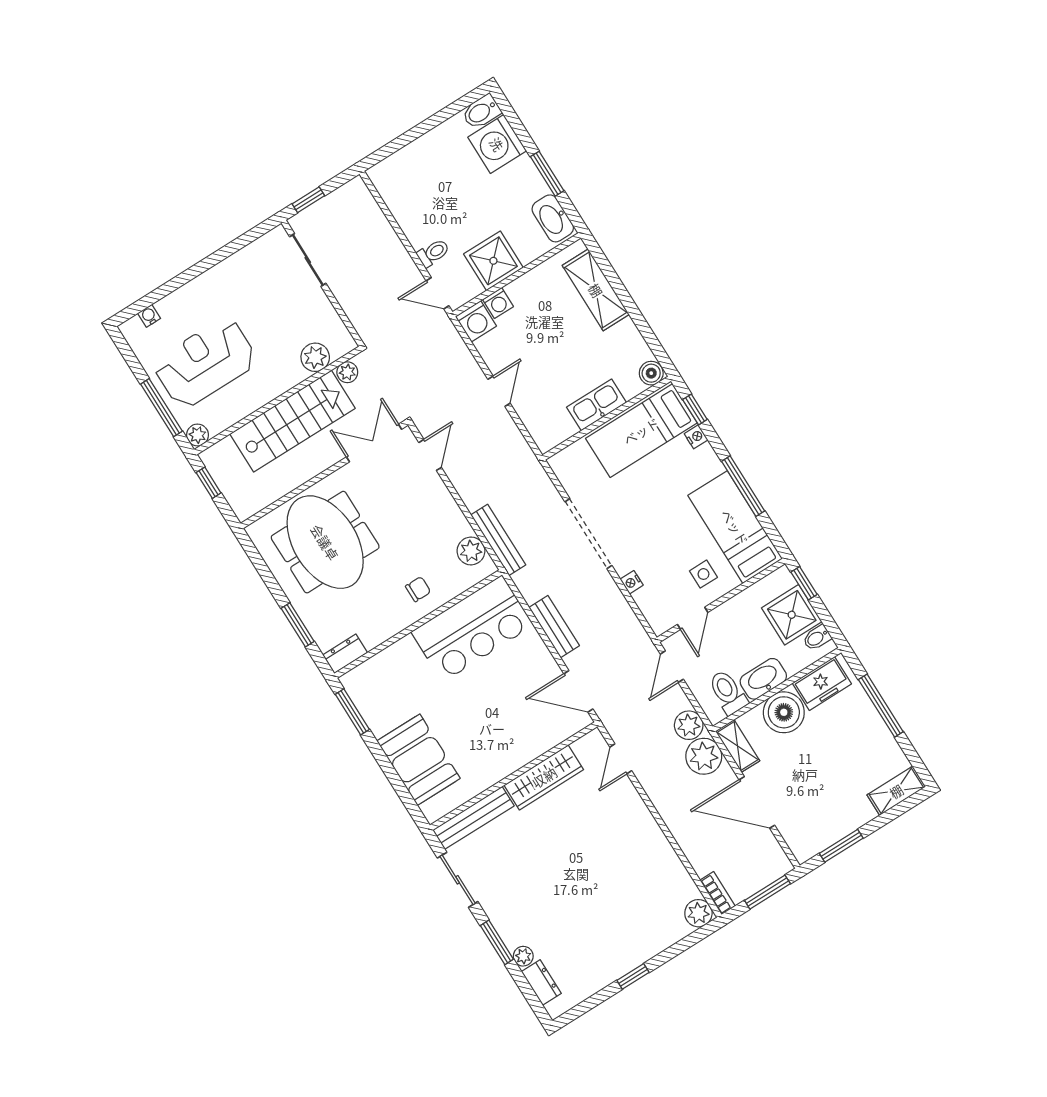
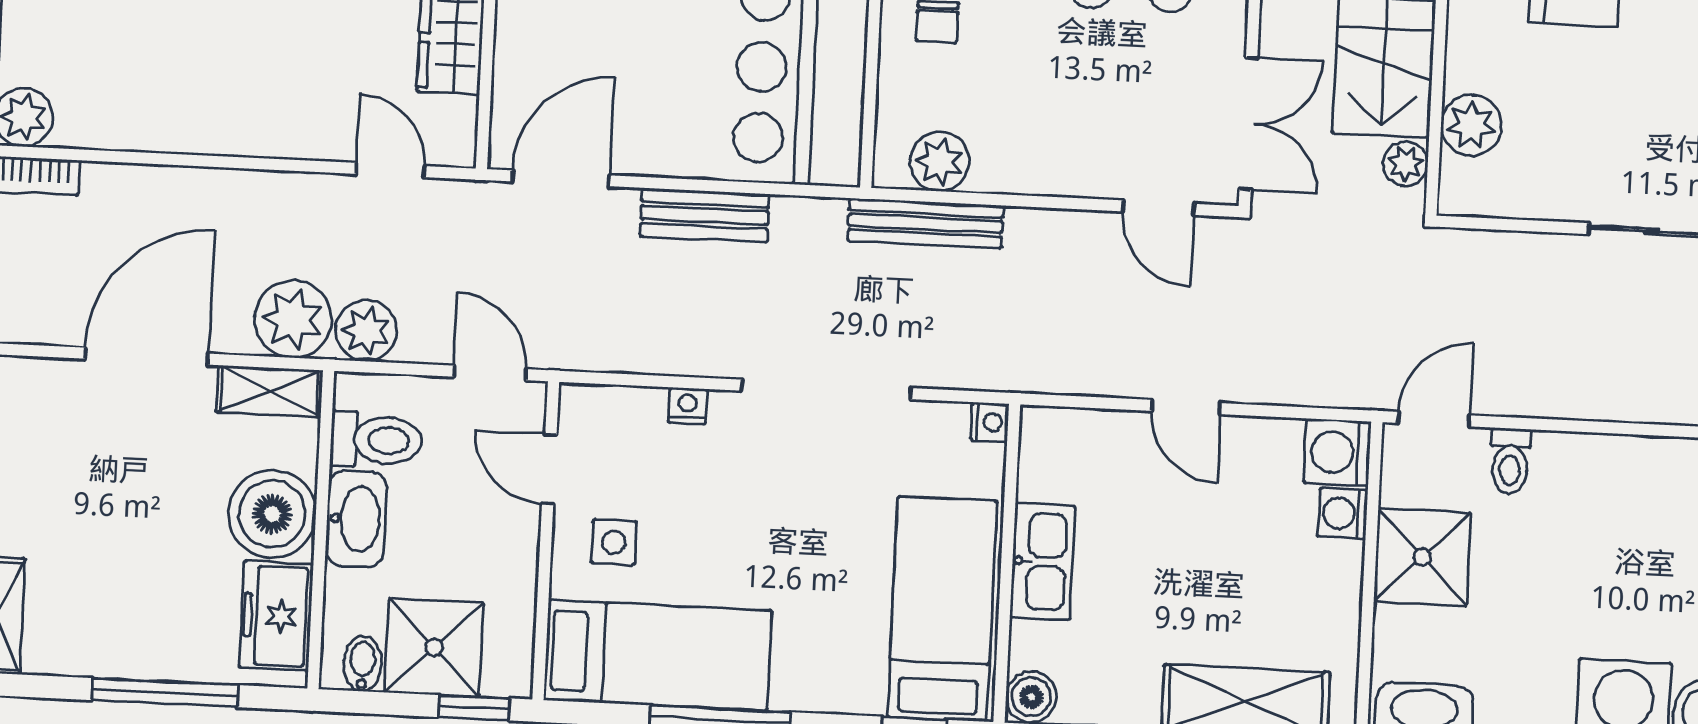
nightstand: (696, 437) -> (990, 422), moved, turned -90

